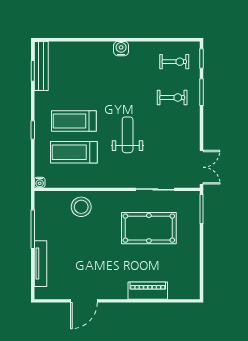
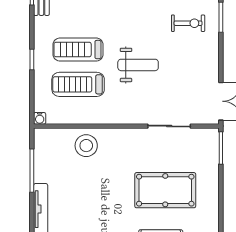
weight bench: (128, 135) -> (138, 65), turned 90
pool table: (149, 228) -> (165, 190), moved

